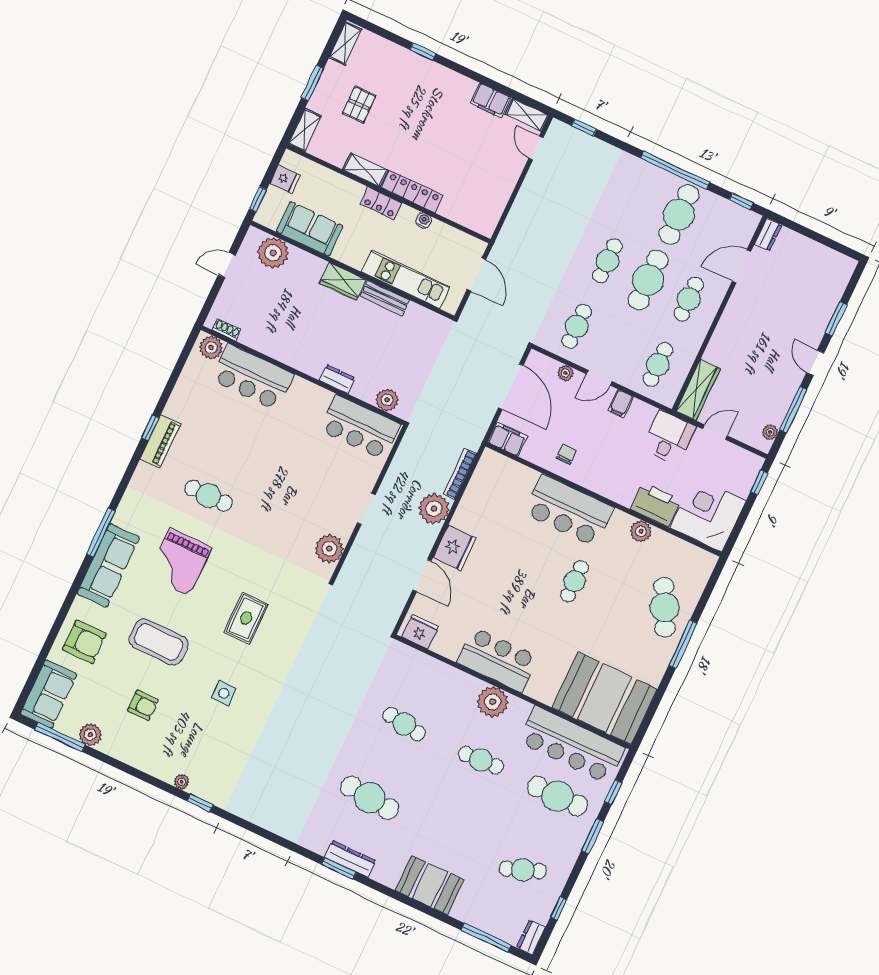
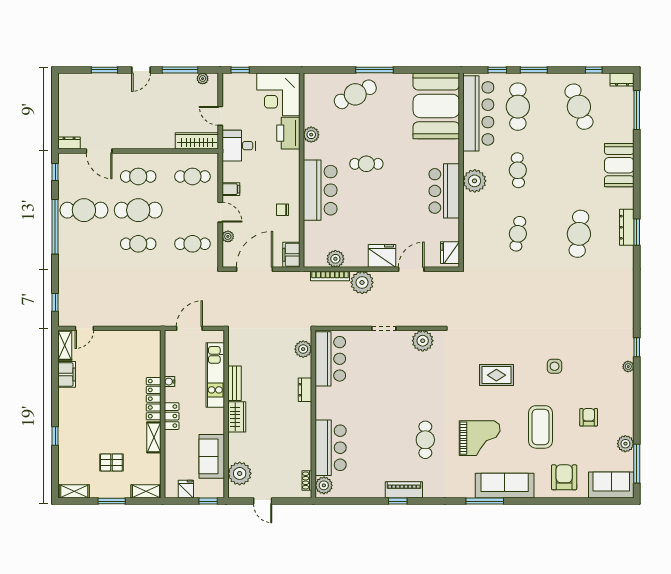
plant: (478, 490) -> (335, 259), added
cafe table: (523, 870) -> (579, 107), width x1.37, depth x1.35

